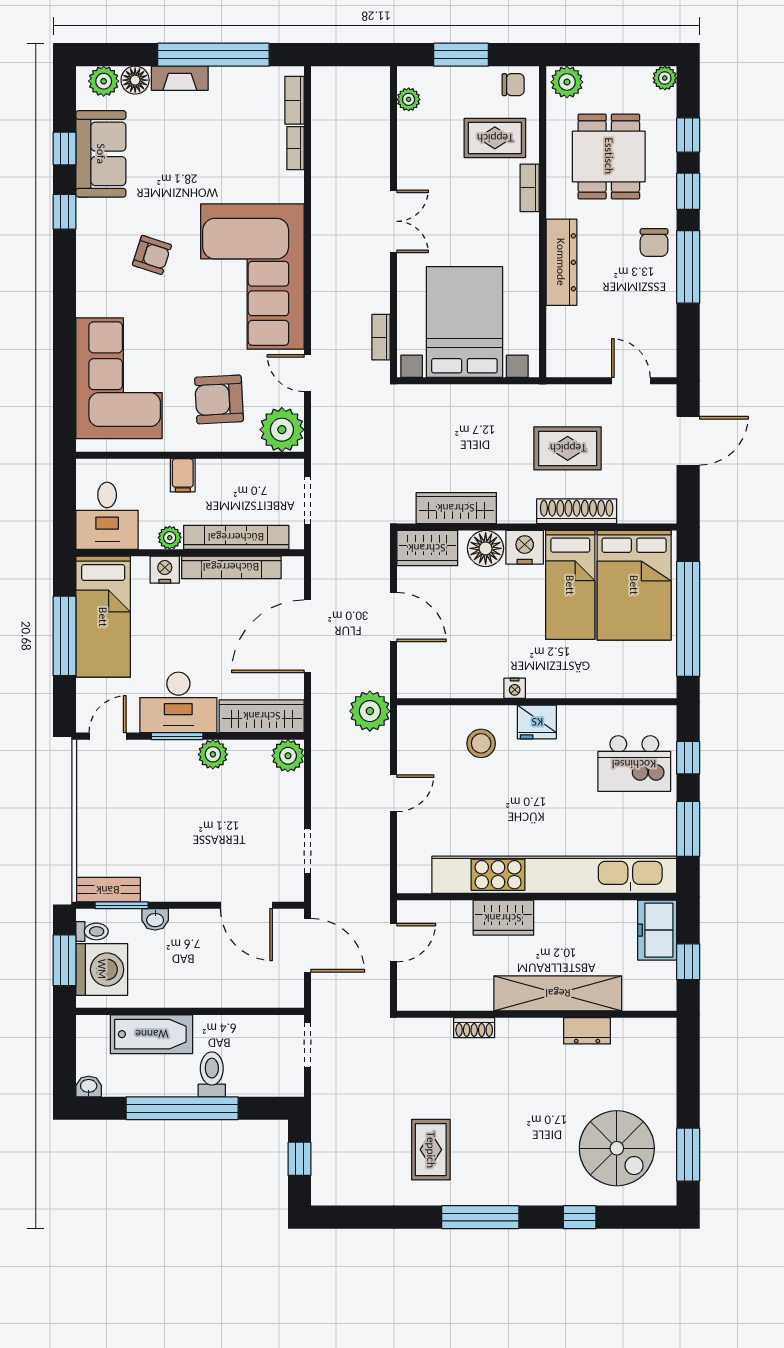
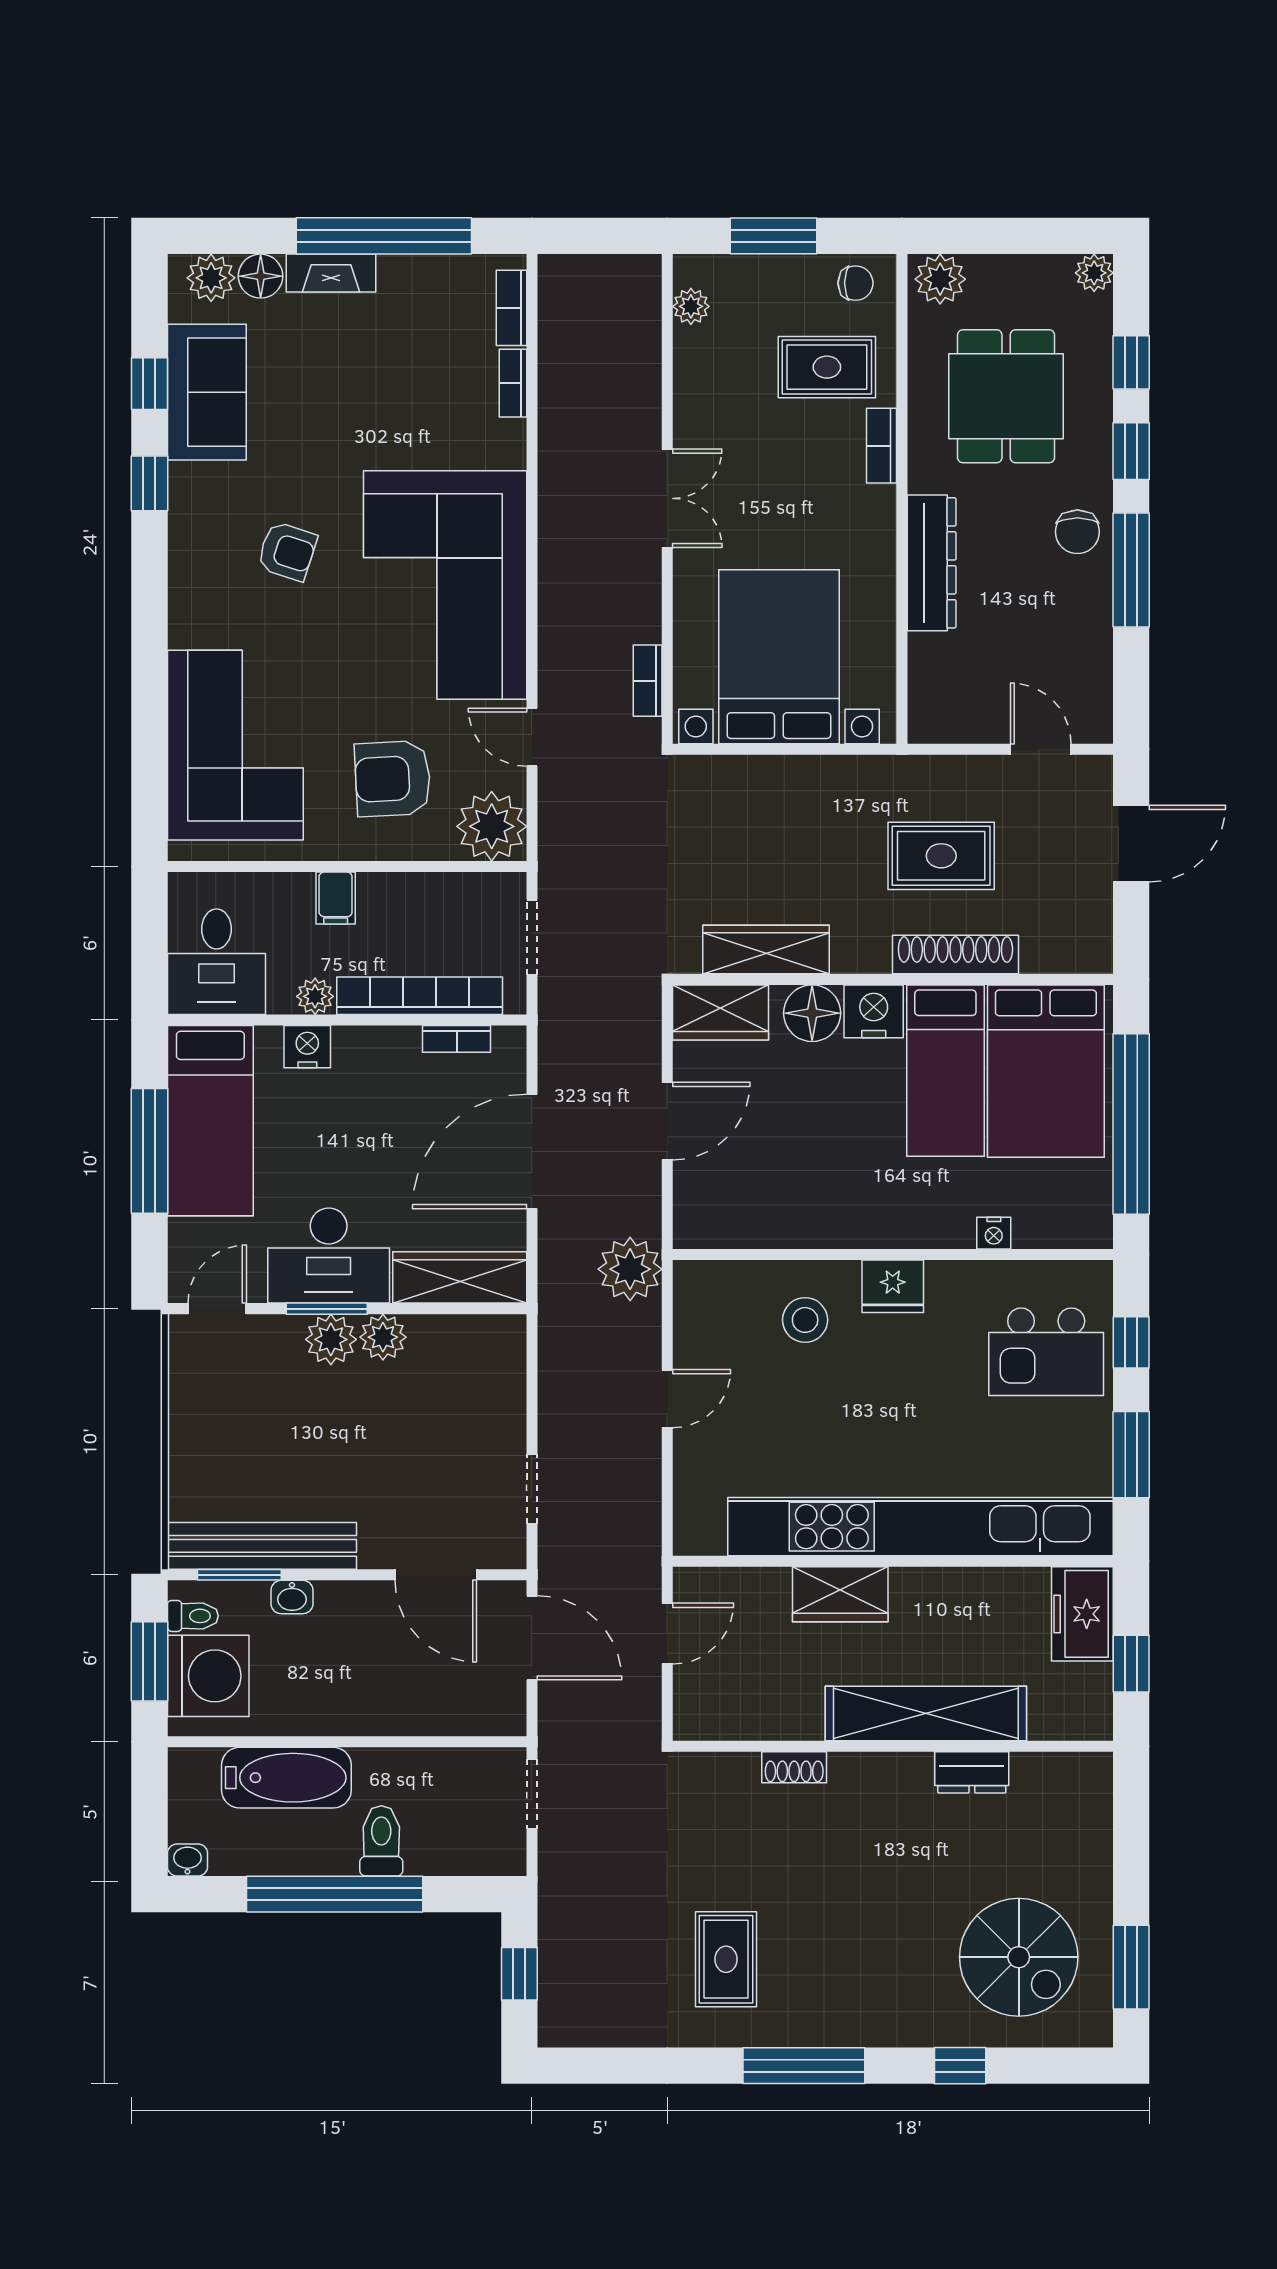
bookcase: (231, 567) -> (457, 1039), width x0.43, depth x0.76
door: (394, 617) -> (667, 1121), hinge flipped
nightstand: (515, 688) -> (994, 1233), moved
plant: (288, 756) -> (331, 1339), moved
bench: (108, 890) -> (262, 1546), width x1.86, depth x1.21

